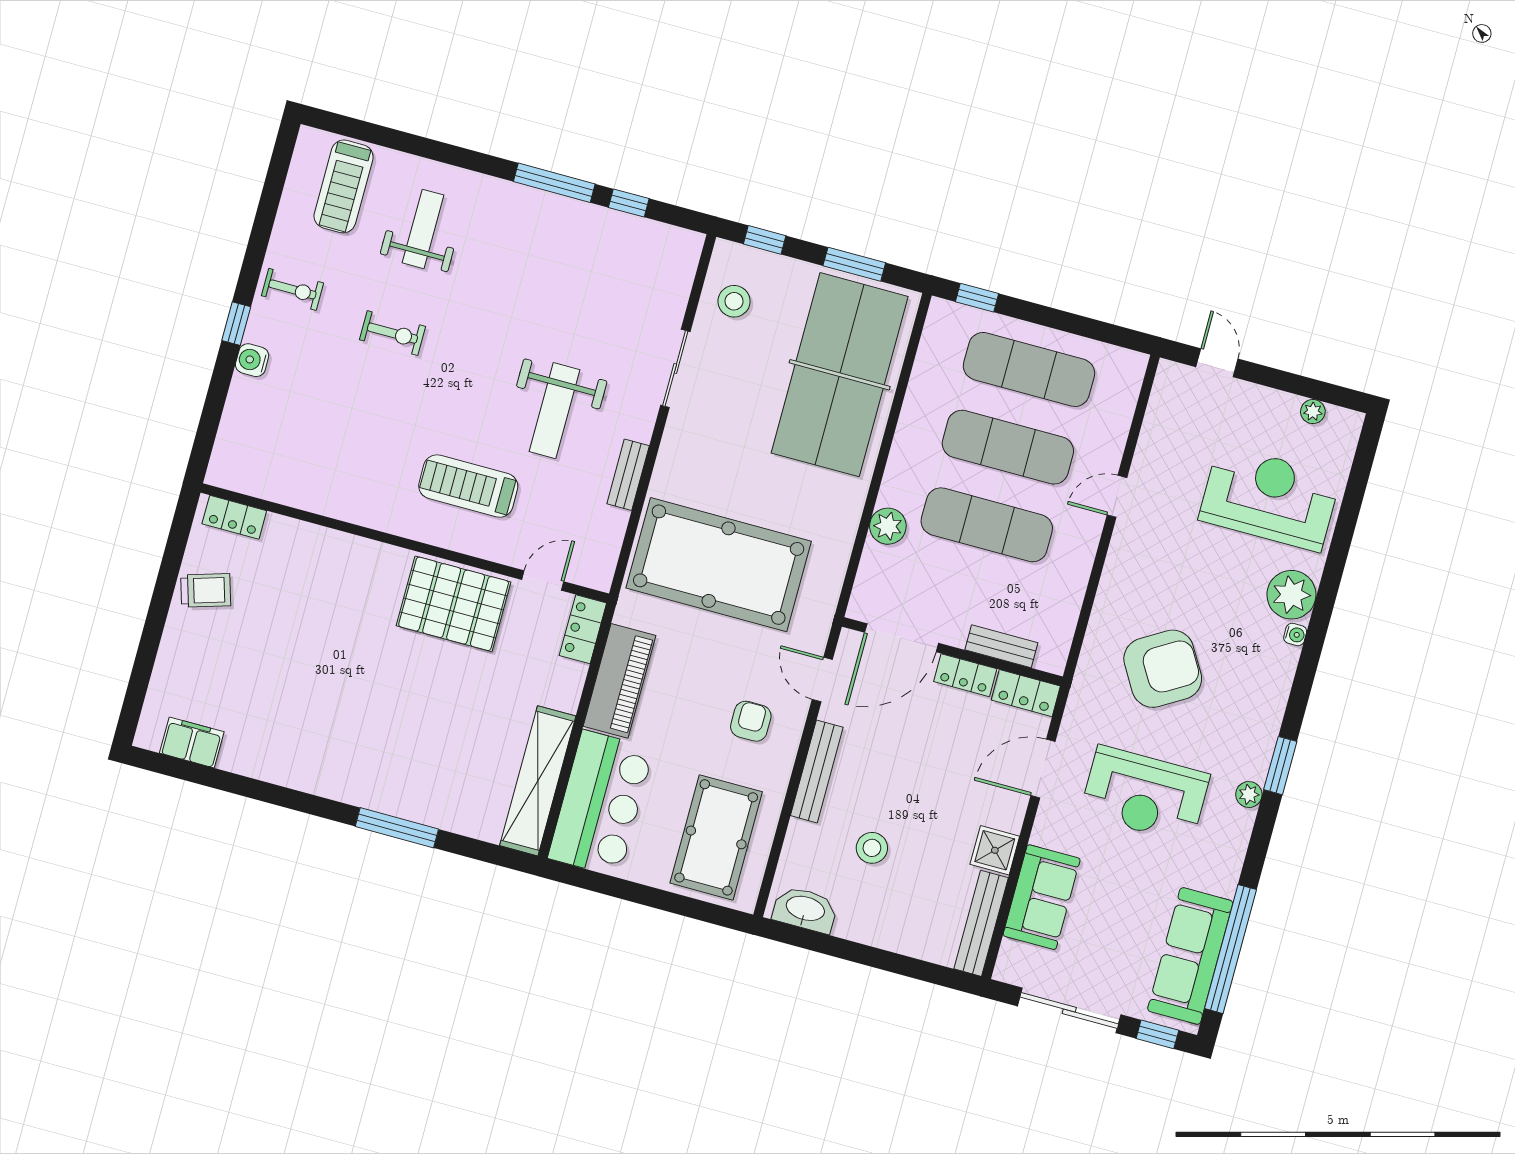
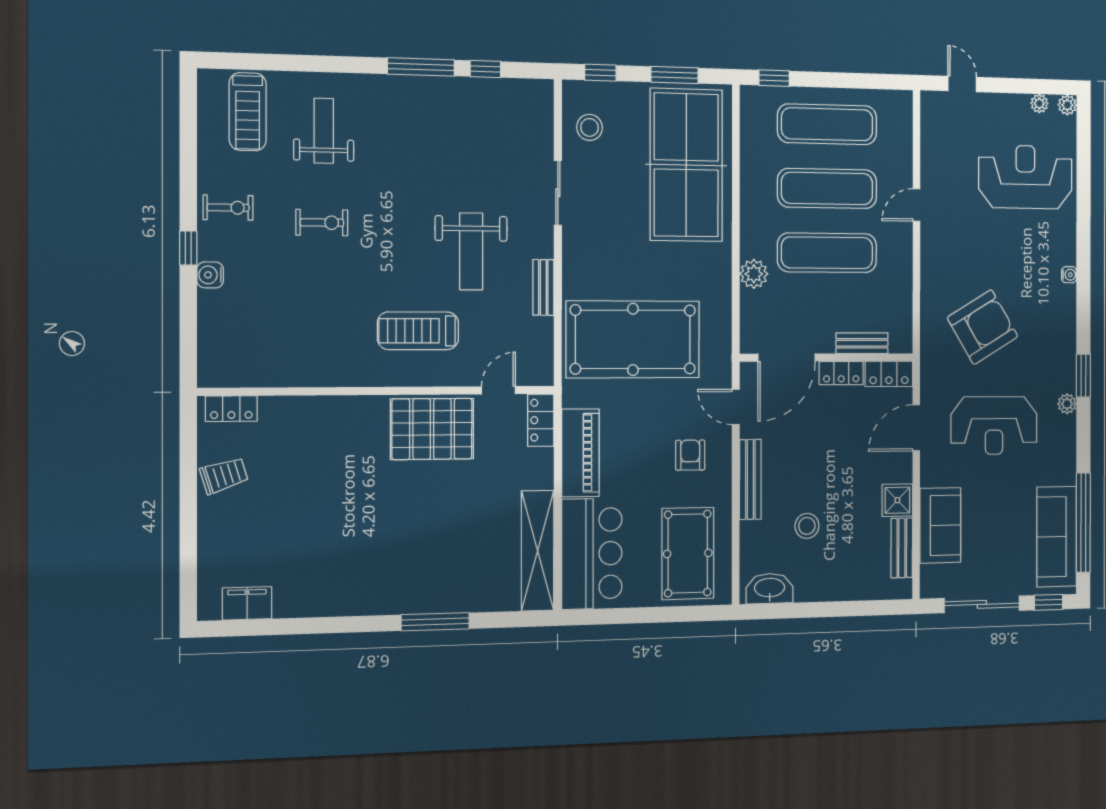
plant: (1291, 595) -> (1067, 105), moved, width x0.53, depth x0.53
bench: (981, 923) -> (902, 548), width x0.73

